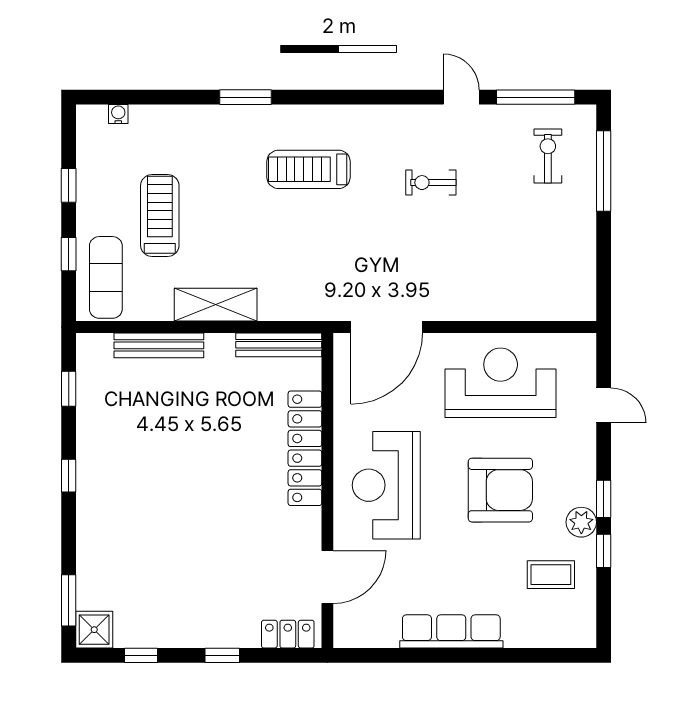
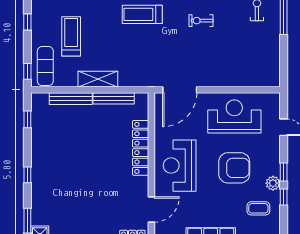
window: (69, 254) -> (27, 71), moved
bench: (279, 345) -> (114, 98), moved
window: (69, 476) -> (27, 175), moved

